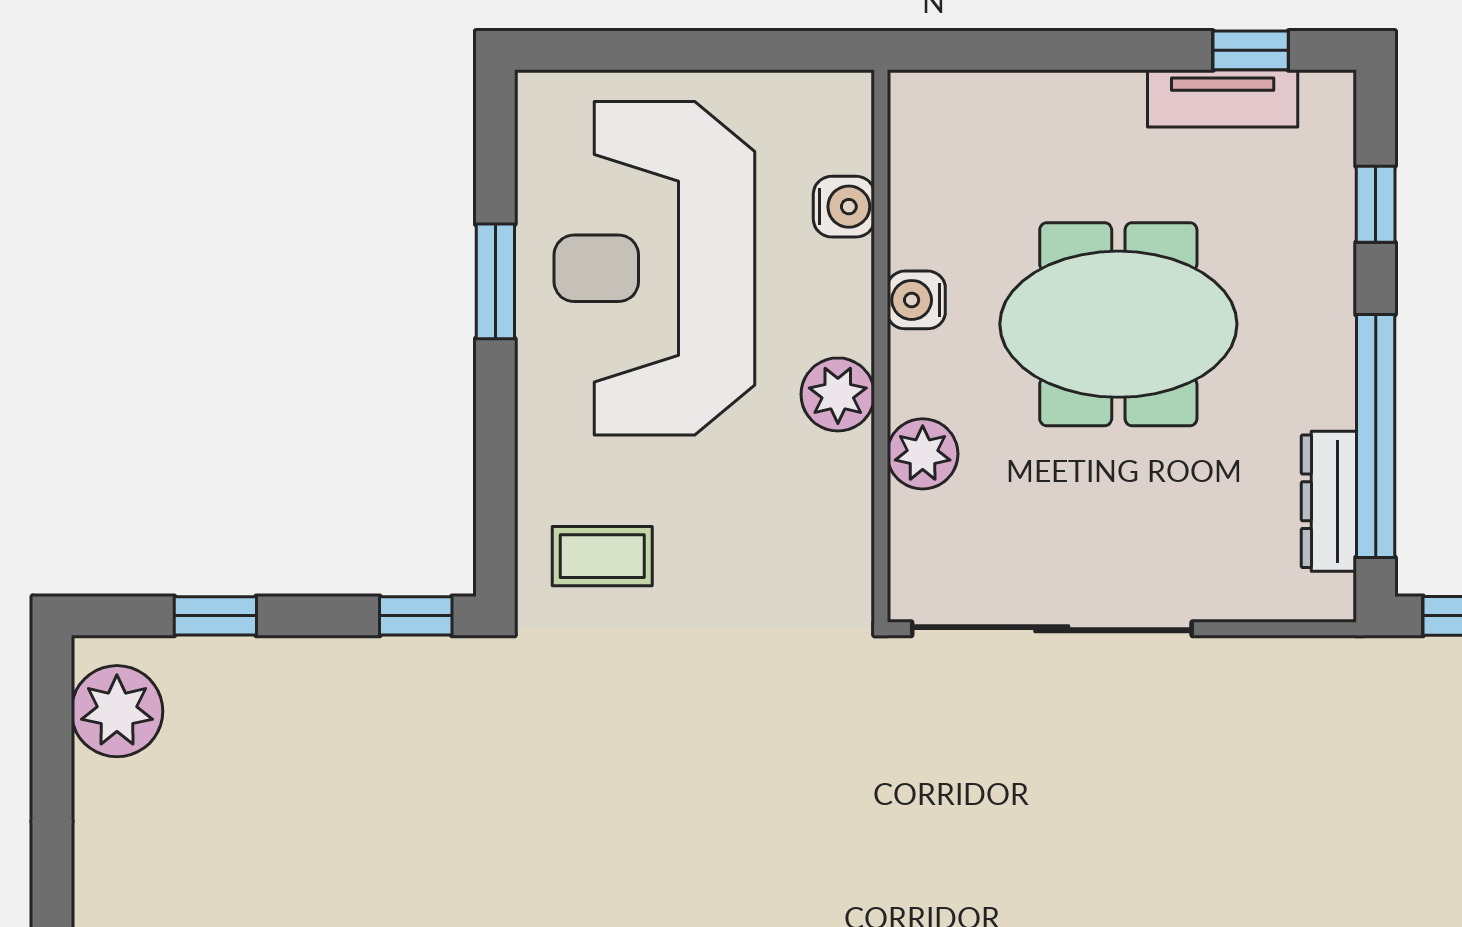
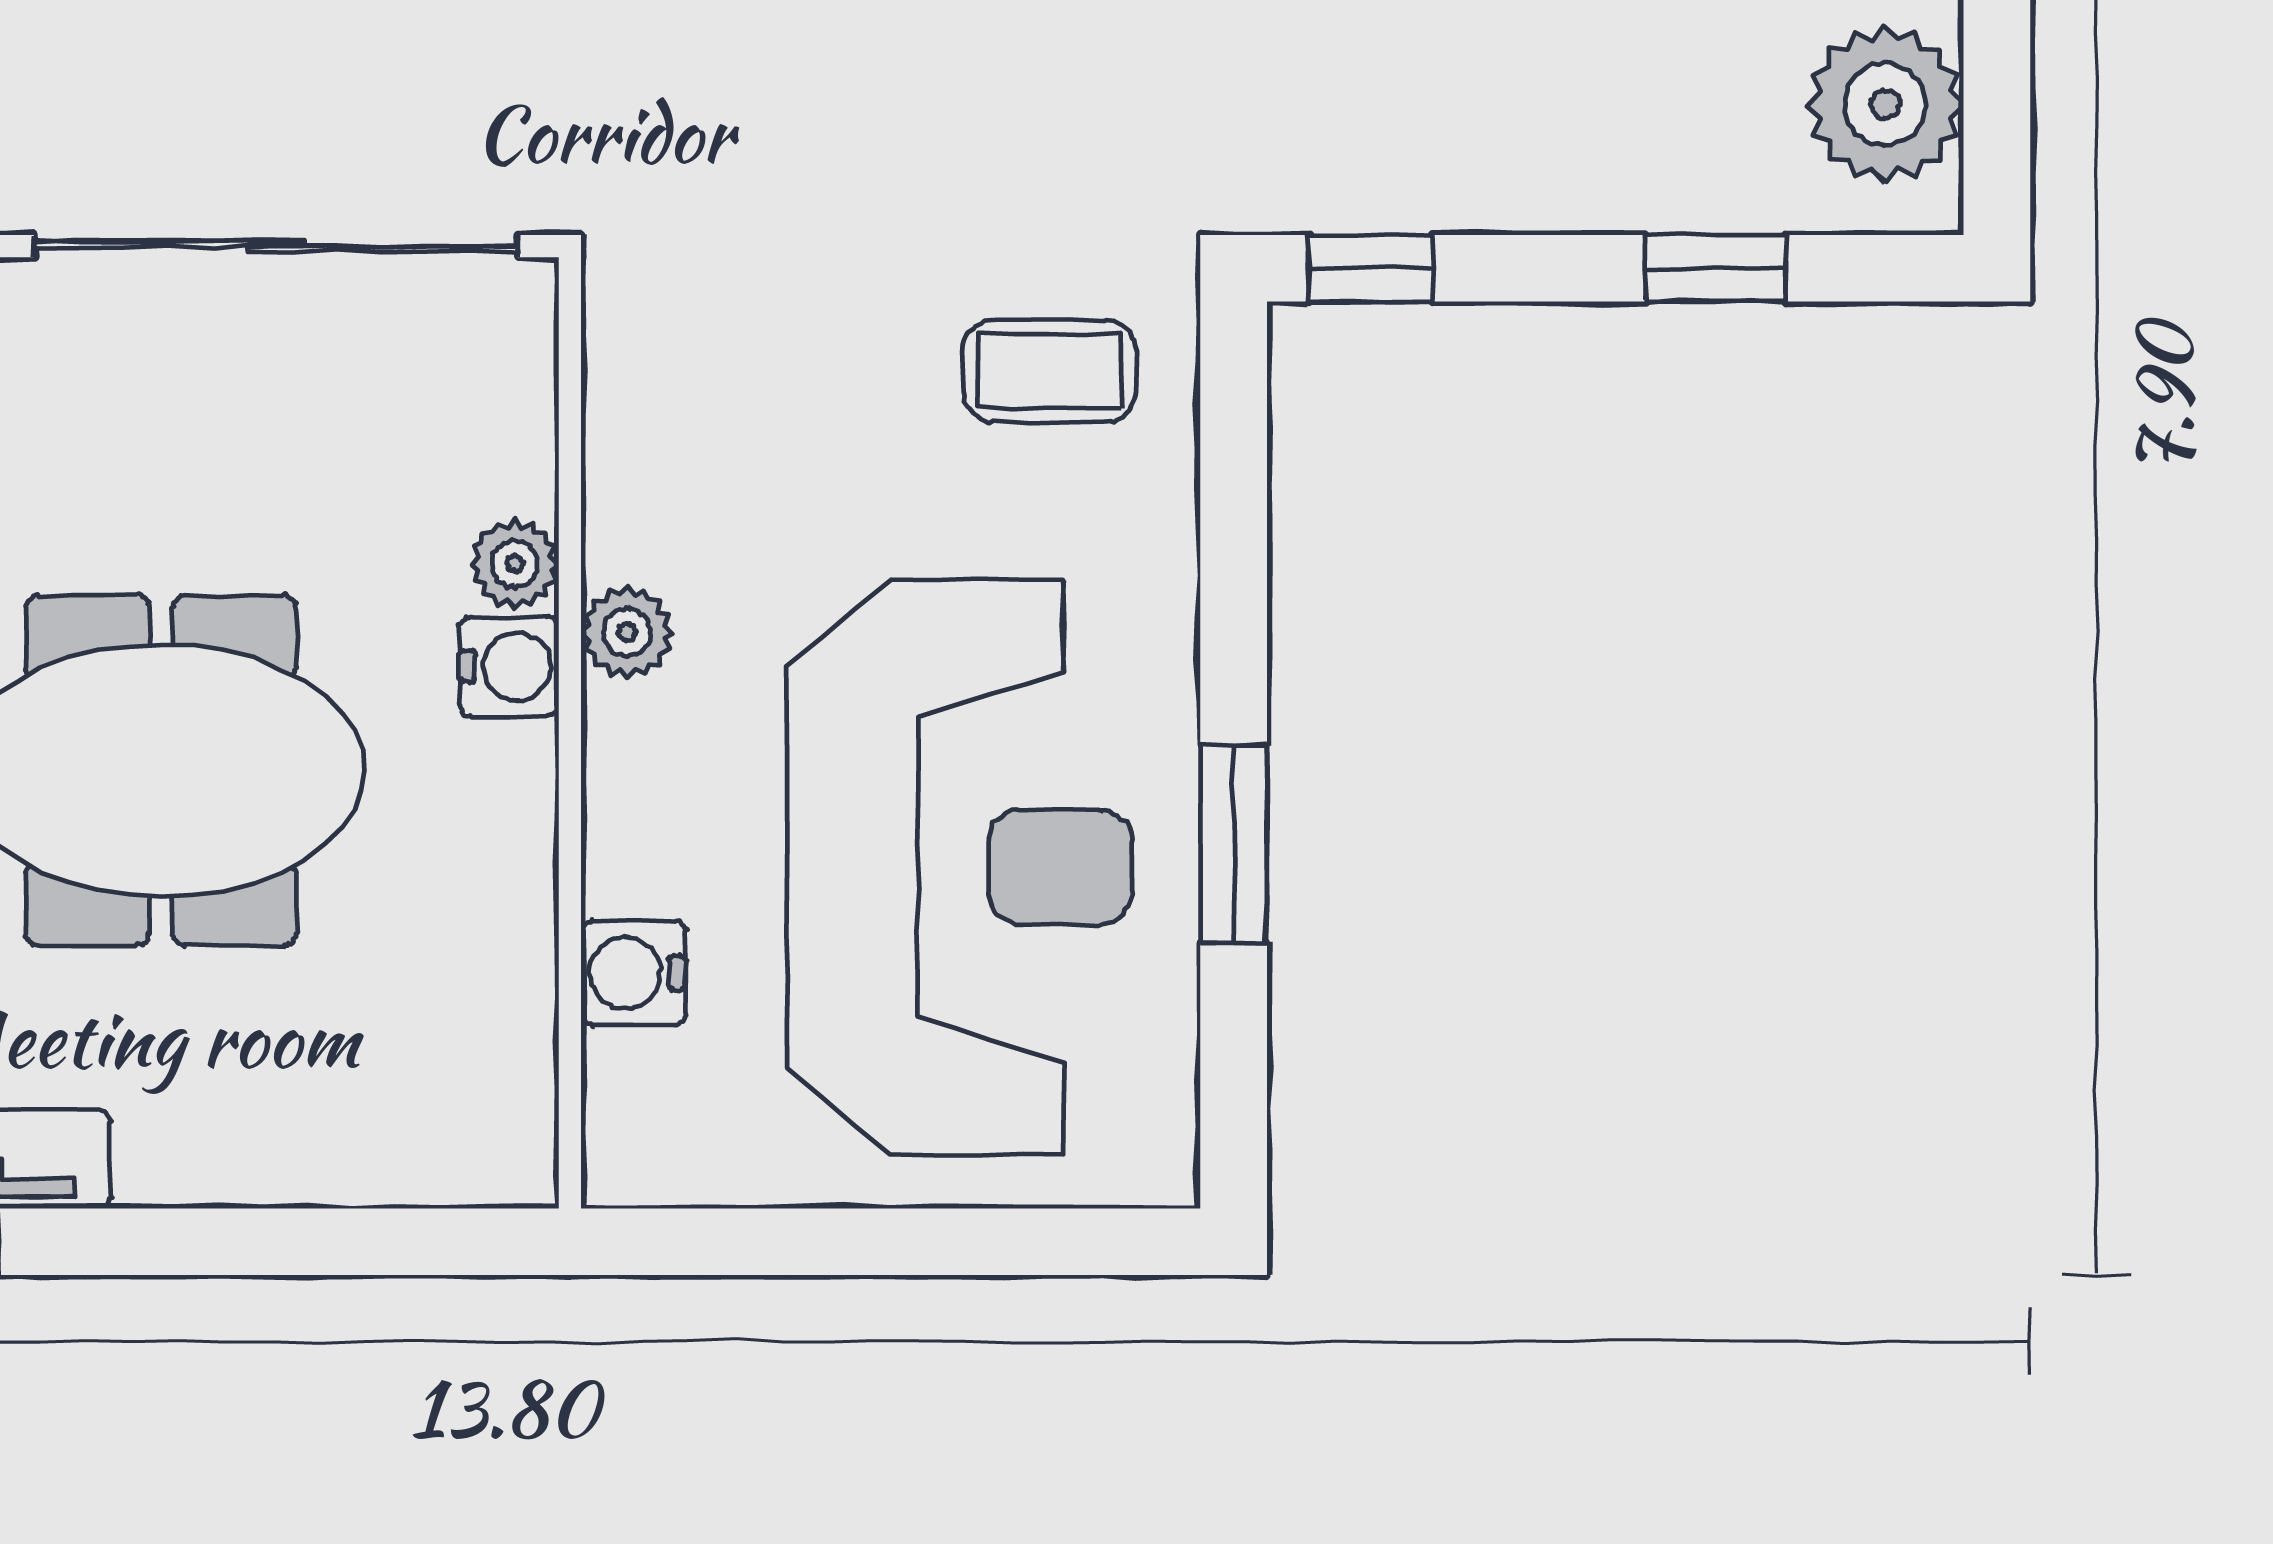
water cooler: (916, 300) -> (509, 667), moved
plant: (838, 394) -> (627, 632), width x0.73, depth x0.73
plant: (923, 454) -> (515, 564), width x0.73, depth x0.73

